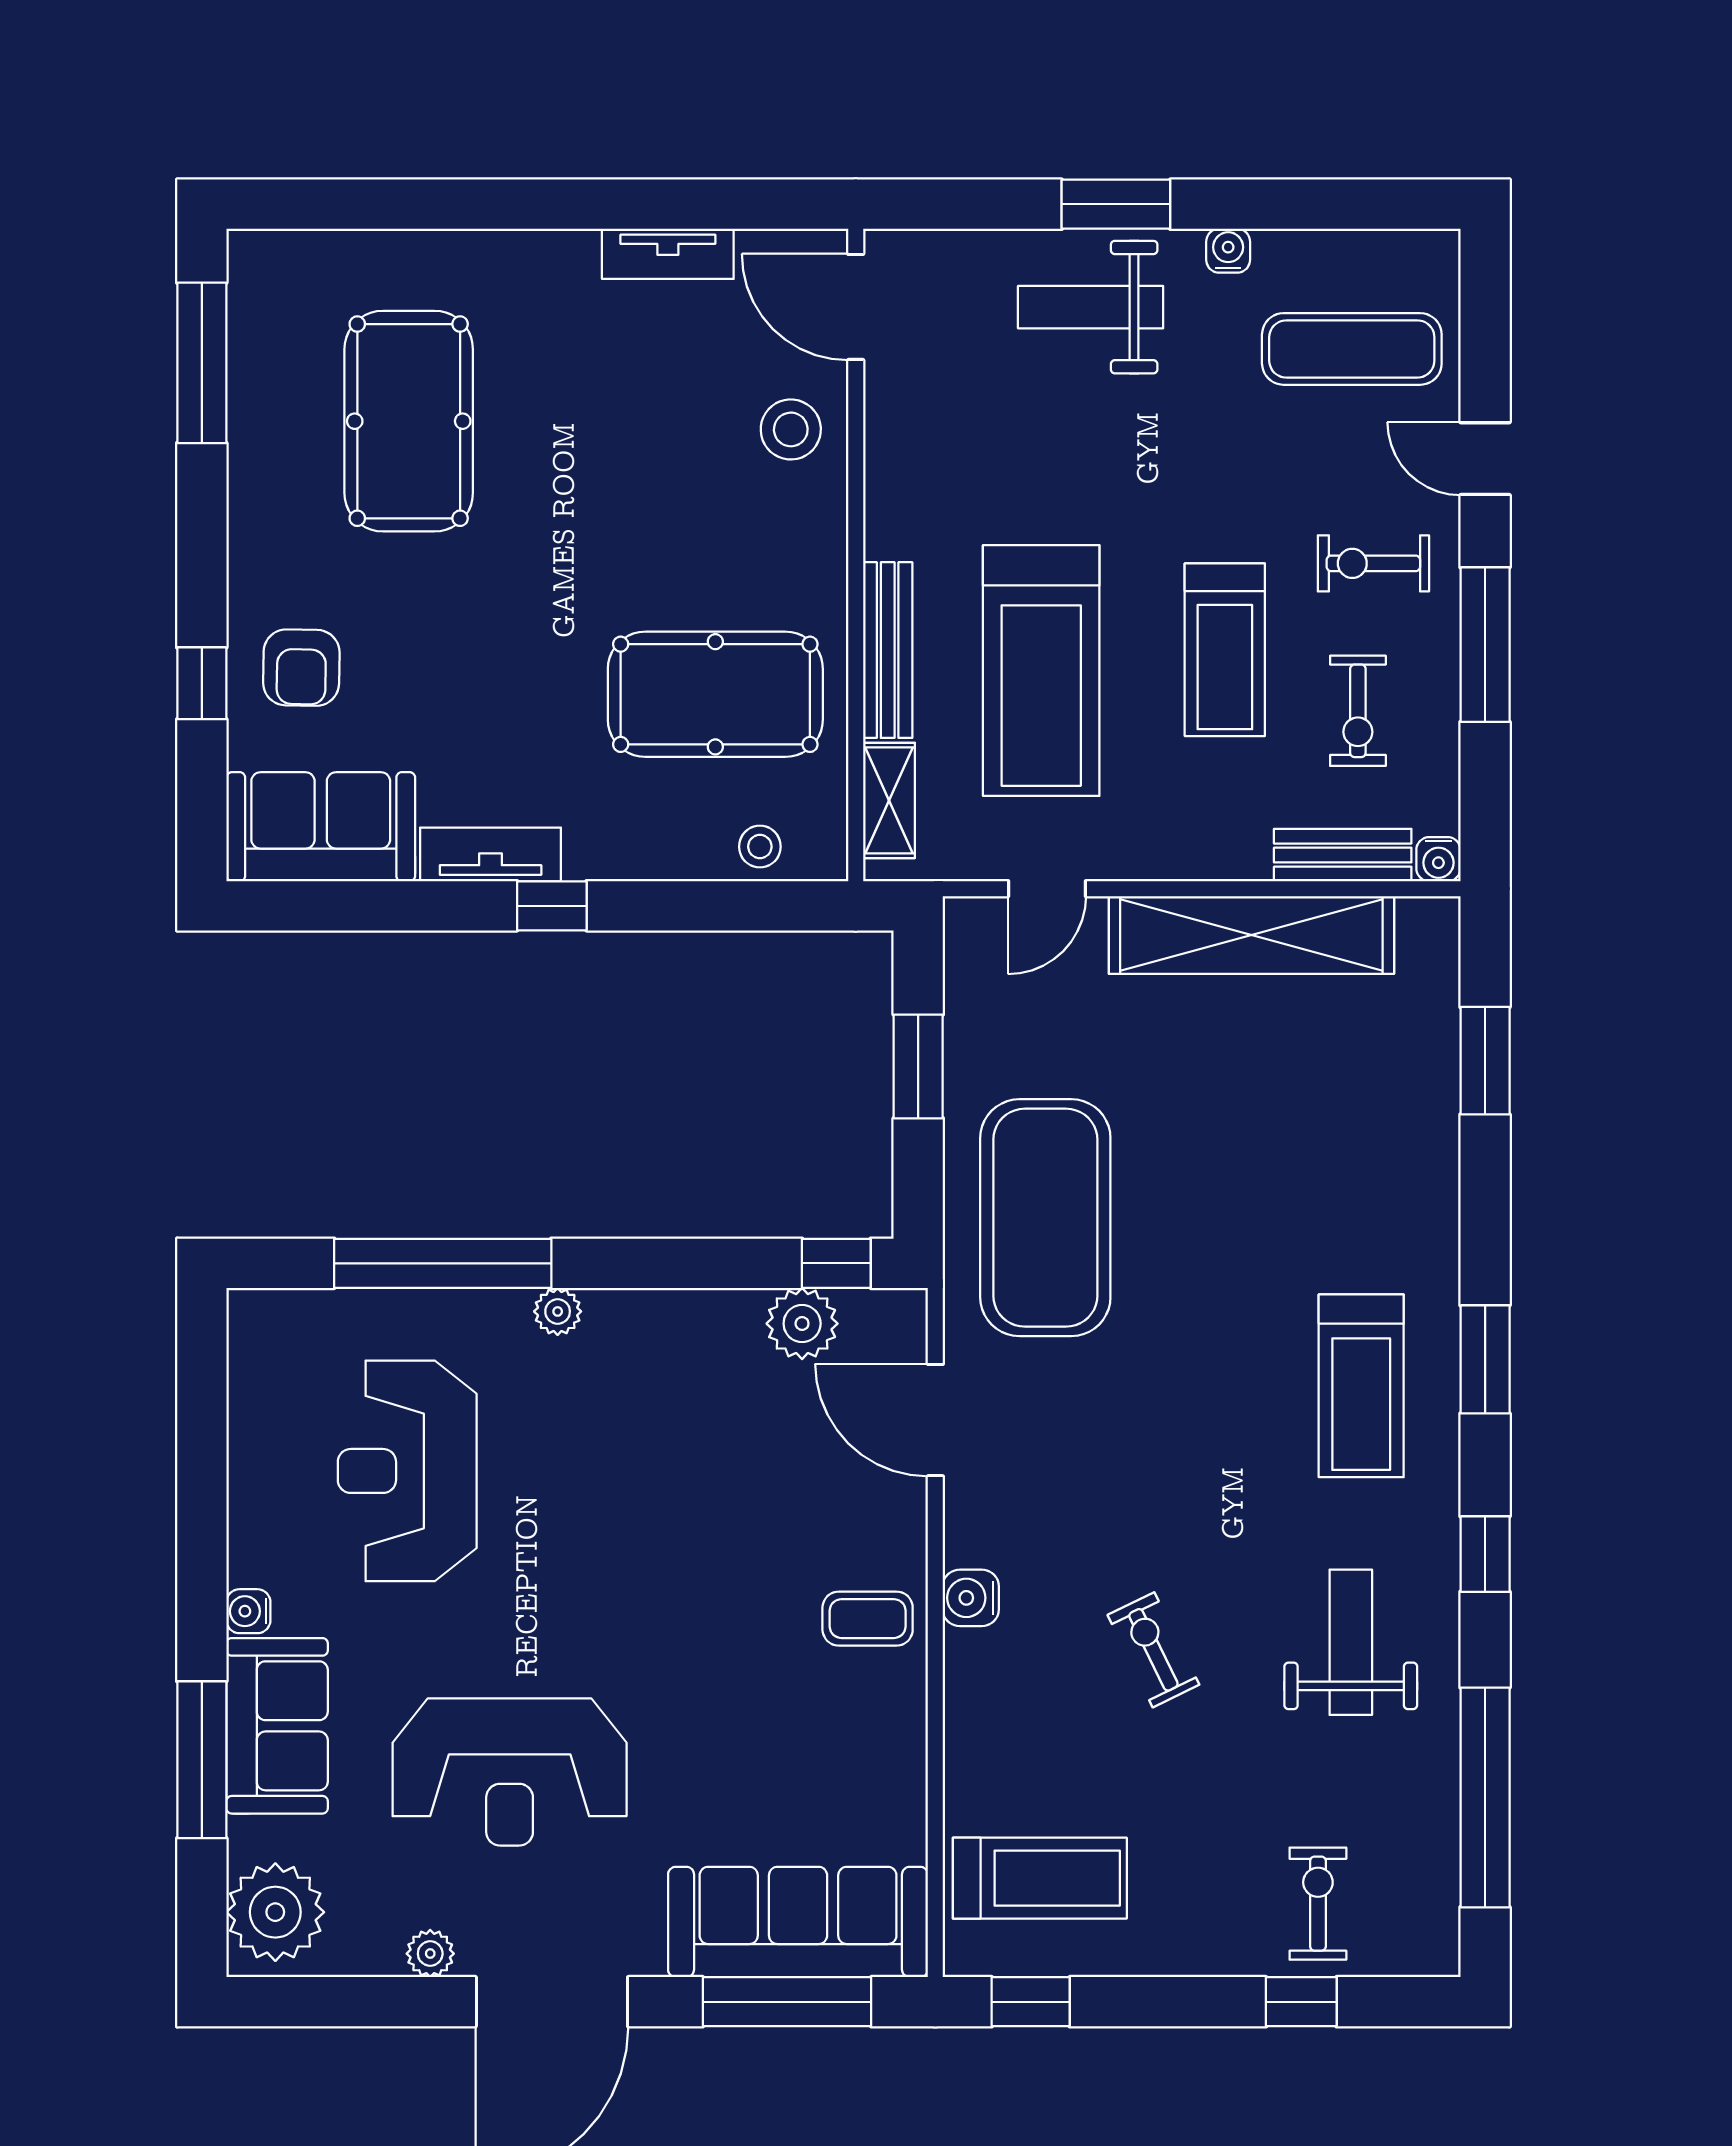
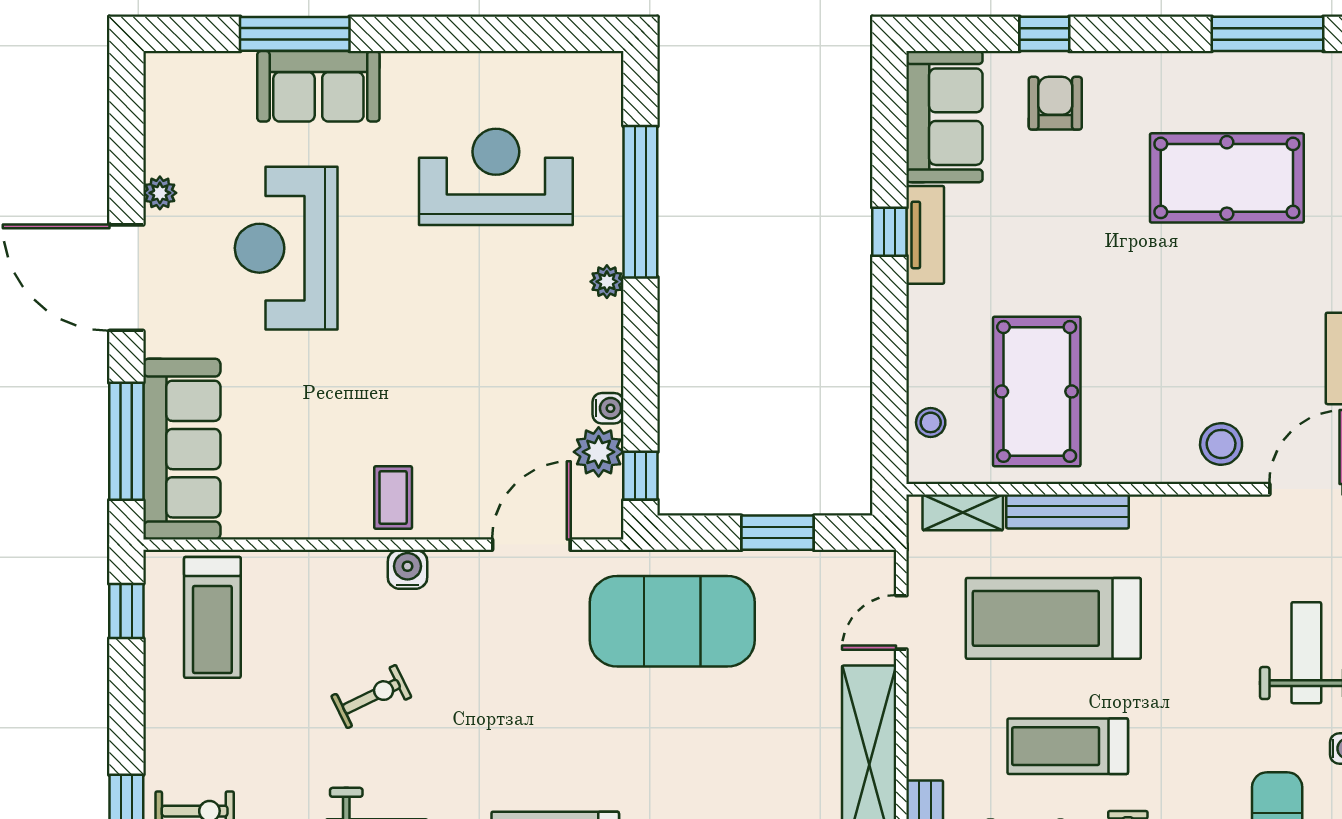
armchair: (301, 668) -> (1055, 103), turned 89
door: (1047, 889) -> (901, 622), hinge flipped
window: (552, 906) -> (889, 232), moved
water cooler: (248, 1611) -> (608, 408), moved, turned 90
plant: (275, 1912) -> (189, 85), removed

